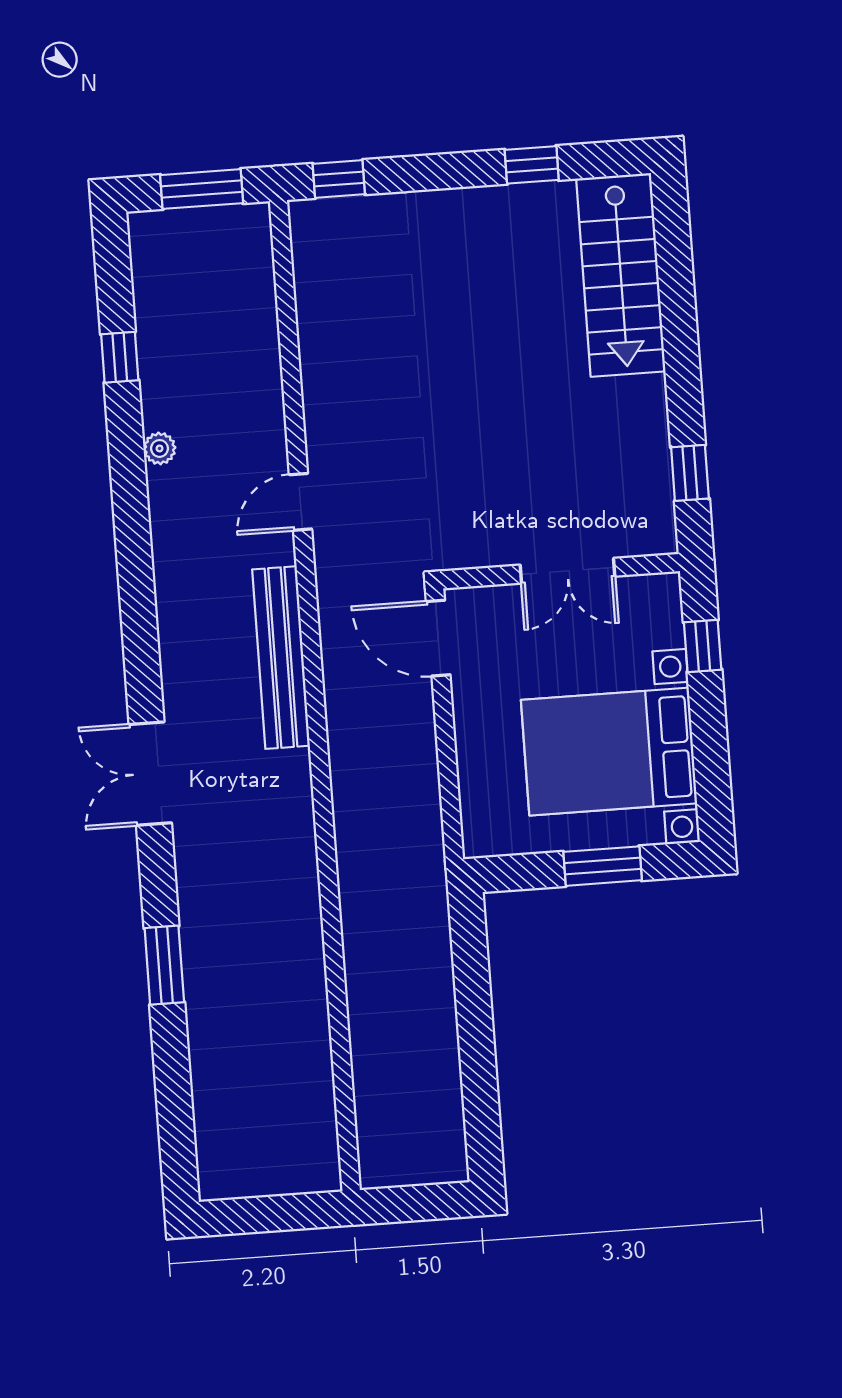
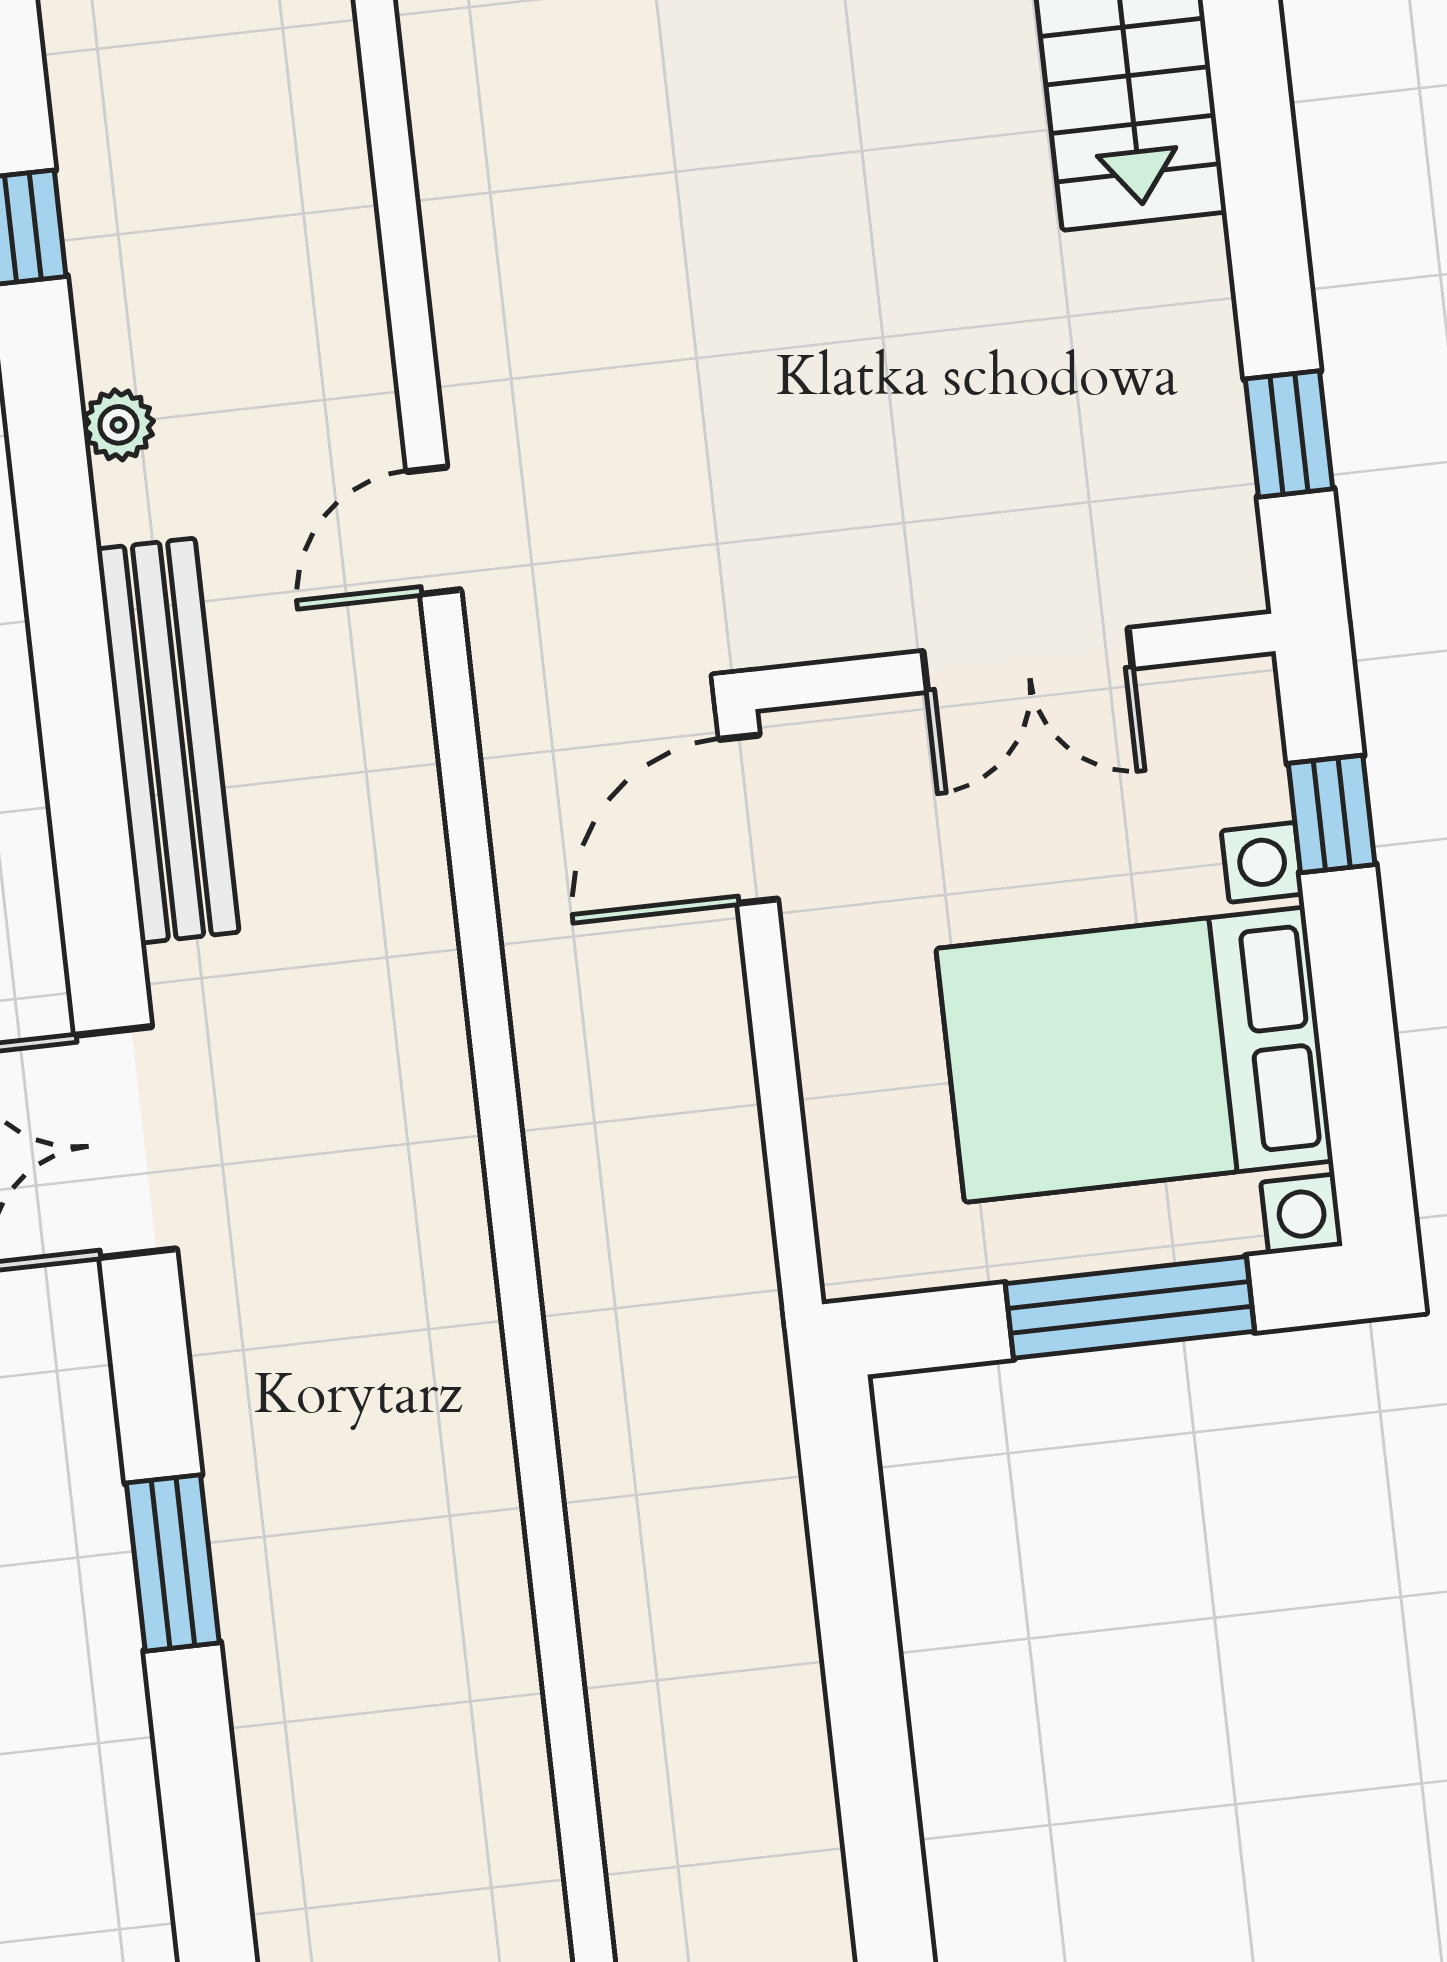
door: (438, 638) -> (748, 819), hinge flipped
bench: (281, 658) -> (168, 741), moved
window: (603, 866) -> (1130, 1307), width x1.44

